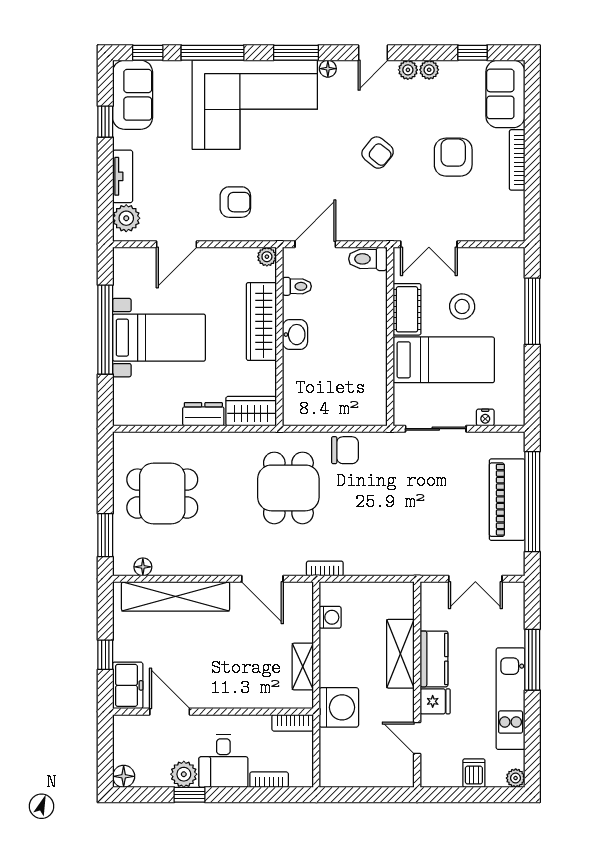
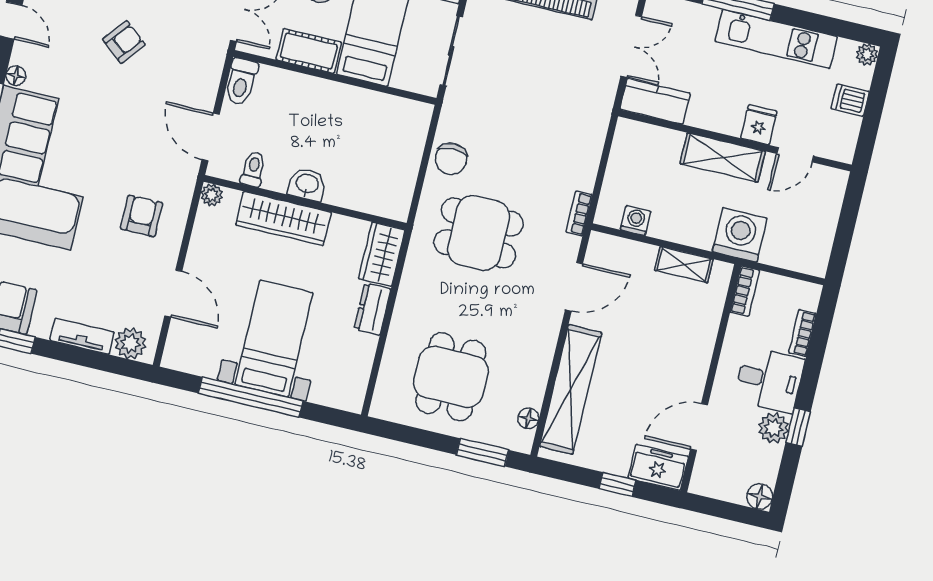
chair: (345, 450) -> (451, 159), turned 180
shelving: (400, 654) -> (723, 157), moved
kitchen counter: (434, 659) -> (655, 101), moved

